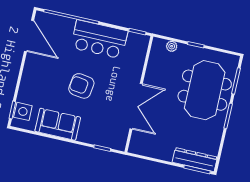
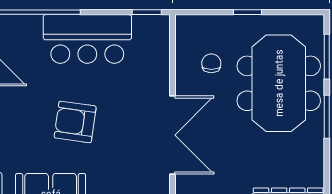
plant: (172, 46) -> (208, 24), removed
chair: (168, 70) -> (211, 63), added

